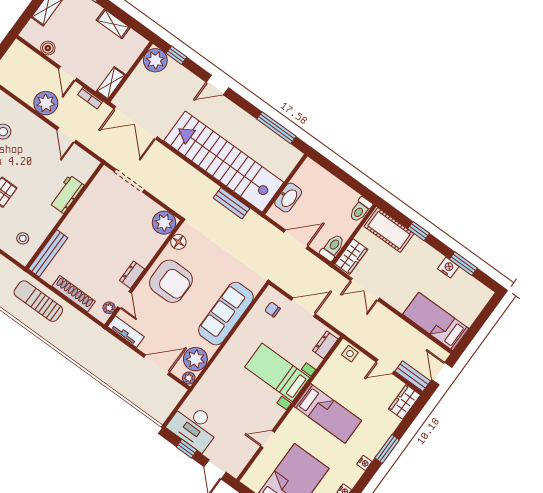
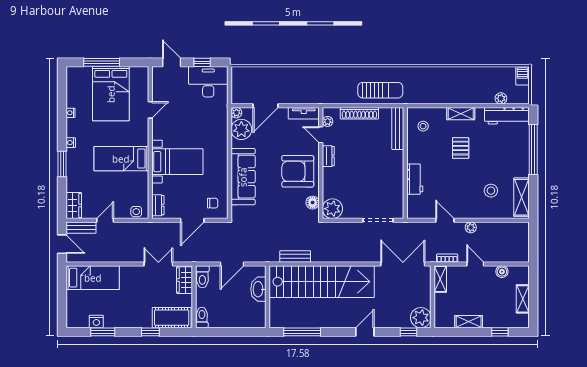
plant: (46, 103) -> (471, 227), width x0.53, depth x0.53
nightstand: (448, 268) -> (96, 321), moved

